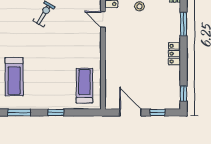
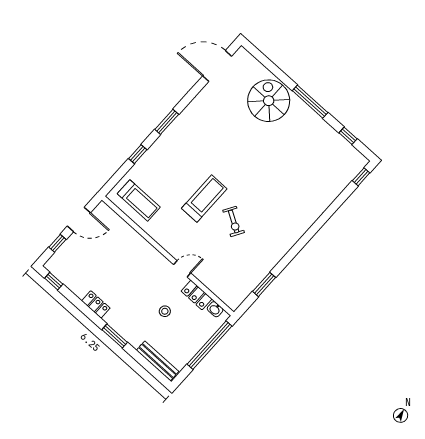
treadmill: (14, 77) -> (204, 199), moved, turned 90

